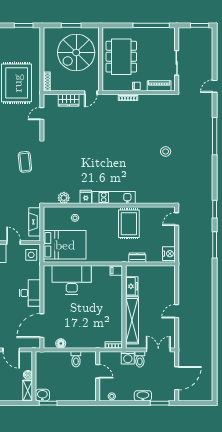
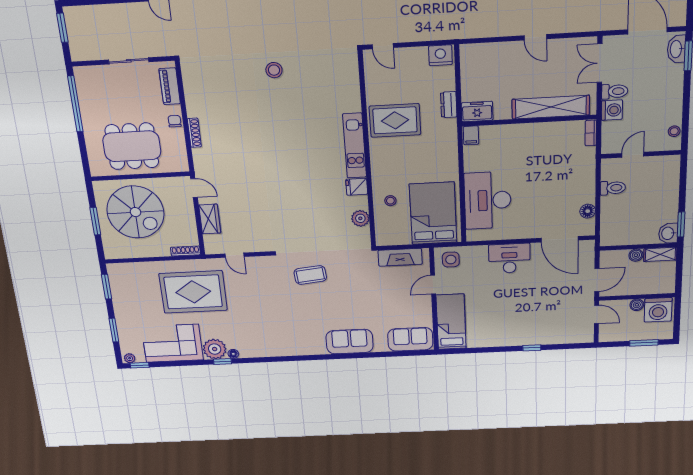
freezer: (132, 286) -> (477, 111), moved
washbasin: (143, 396) -> (676, 49), moved

